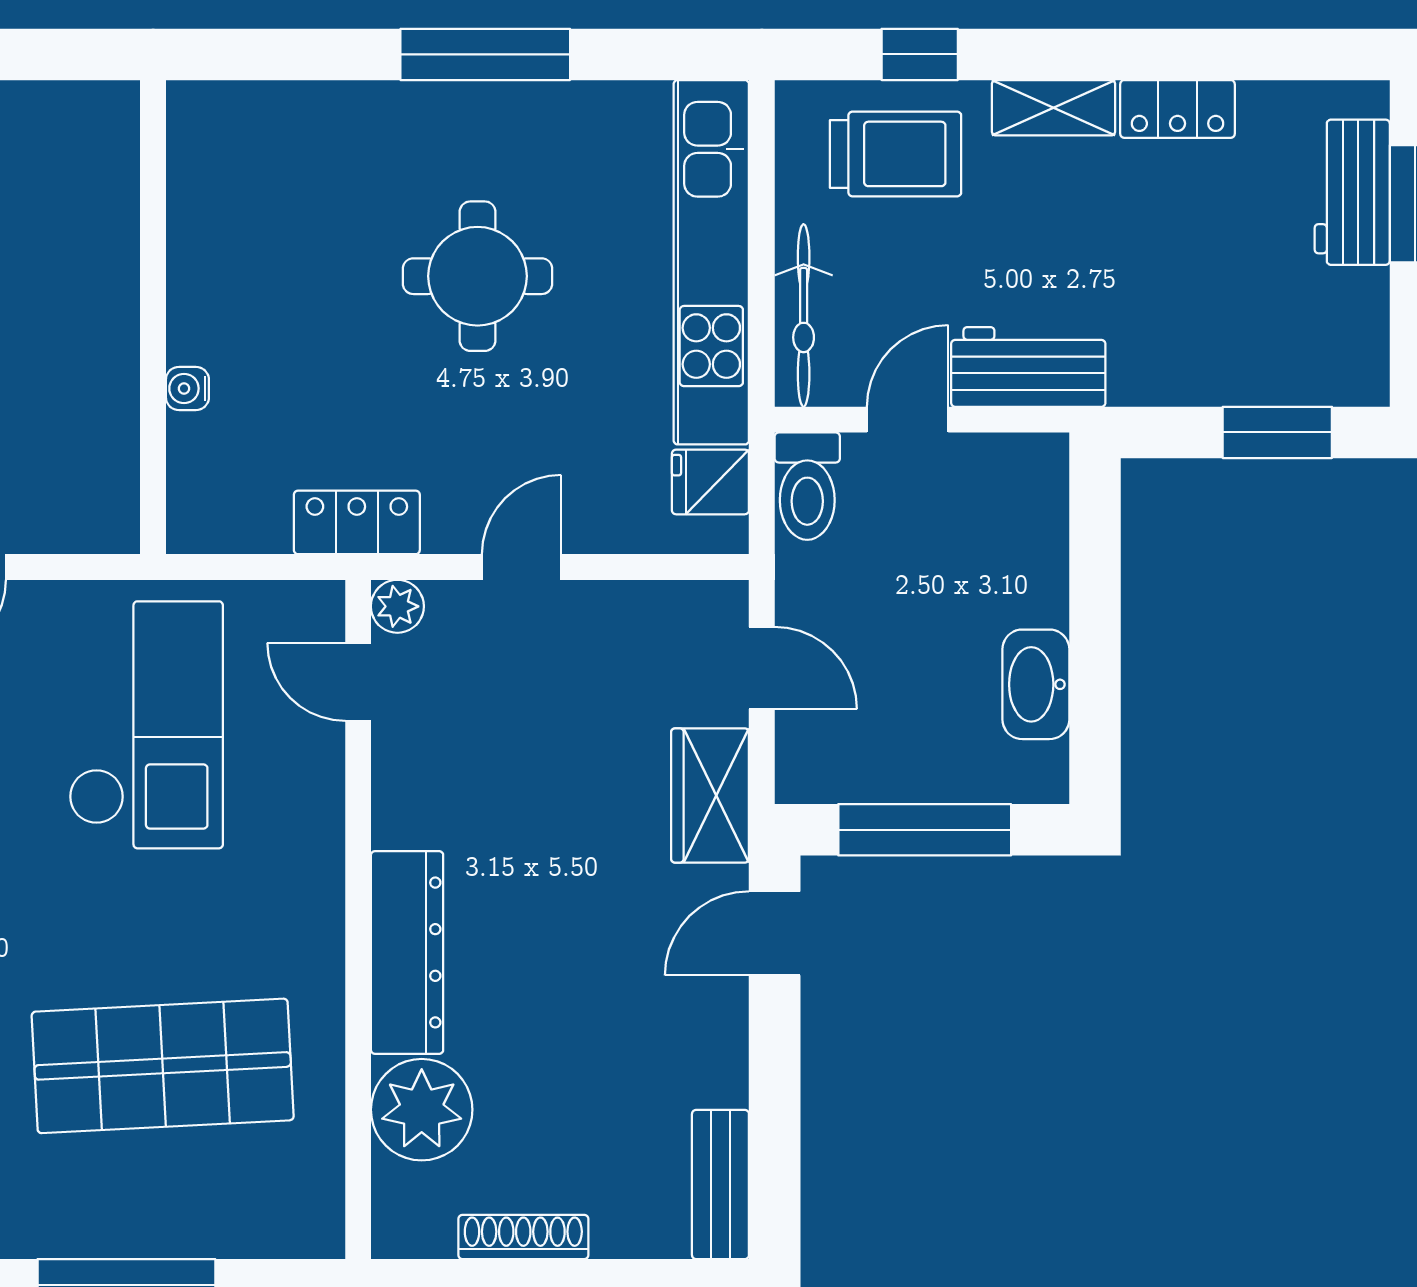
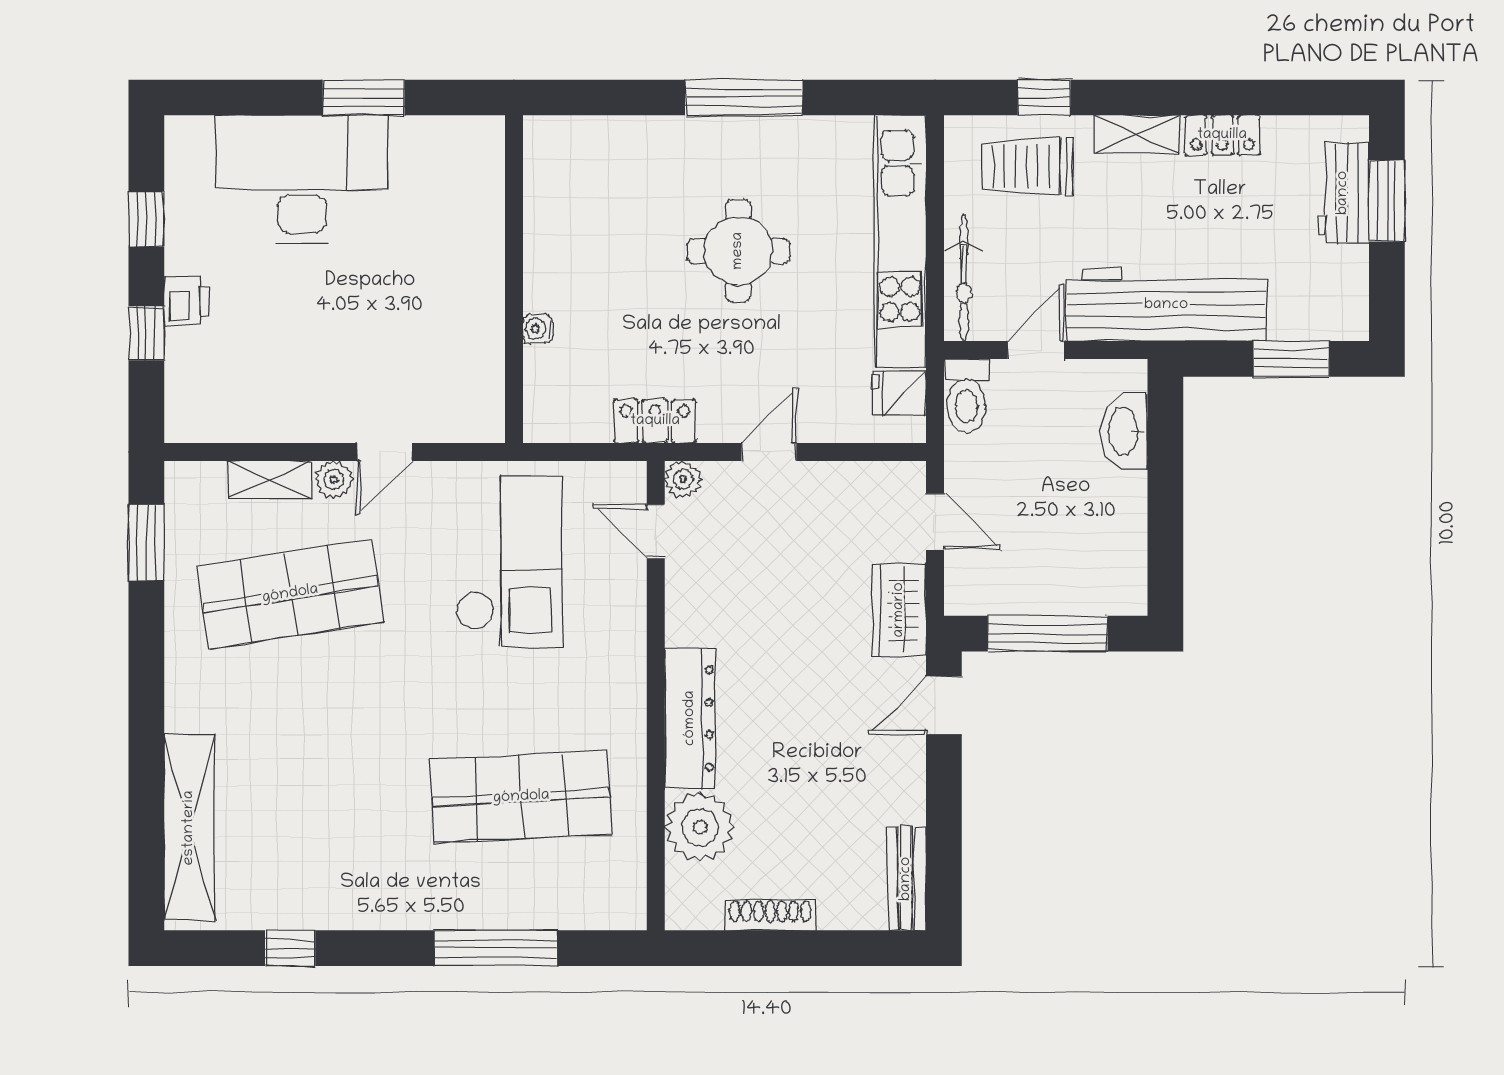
trolley: (896, 154) -> (1027, 166), turned 180
workbench: (1028, 367) -> (1166, 305), width x1.88, depth x1.32
washbasin: (1036, 684) -> (1124, 431), moved

